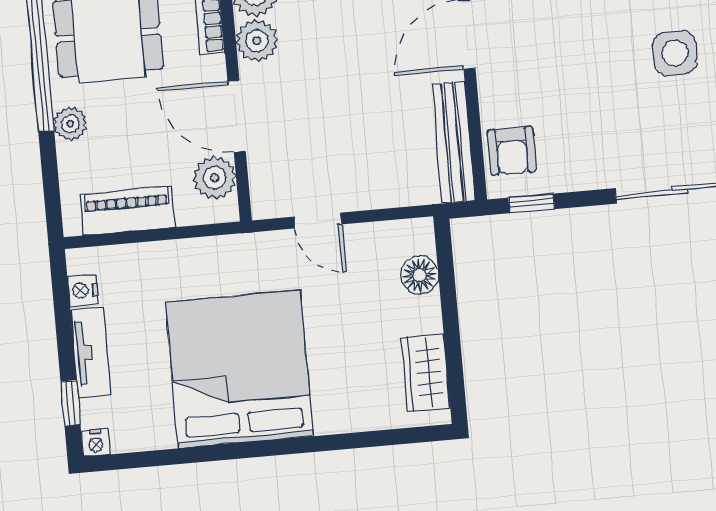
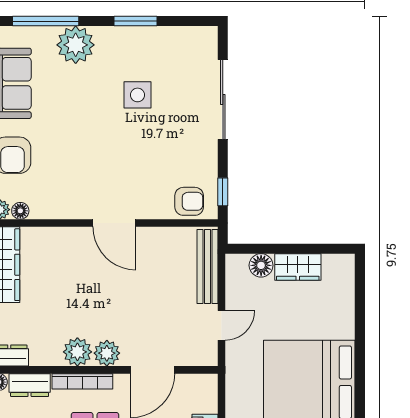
bench: (453, 142) -> (207, 267), moved, turned 90
plant: (215, 178) -> (189, 387), removed
wardrobe: (426, 373) -> (298, 267), moved

